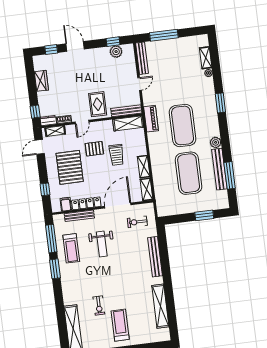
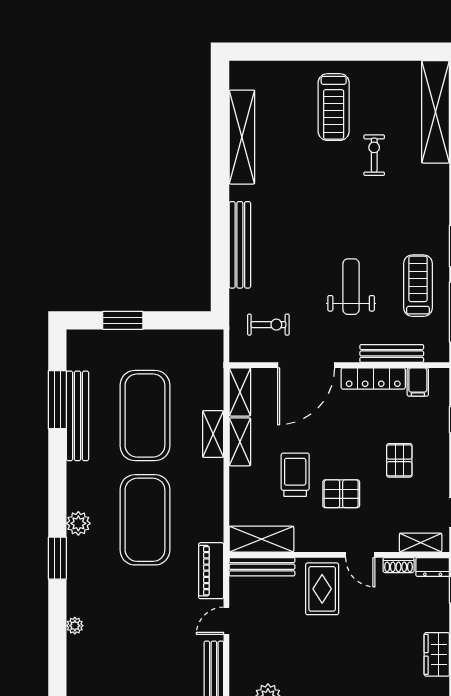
shelving: (206, 58) -> (213, 434), moved
piano: (151, 119) -> (211, 571), moved
door: (82, 122) -> (360, 555), swing flipped
plant: (216, 142) -> (78, 523), moved
pallet: (70, 167) -> (399, 460), width x0.49, depth x0.50

